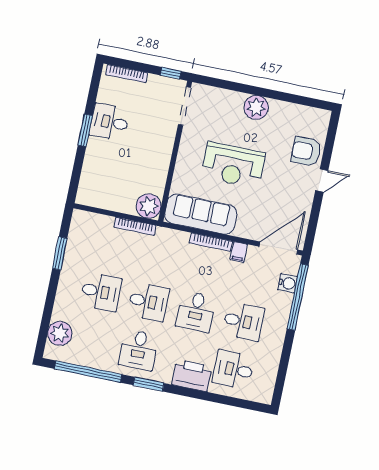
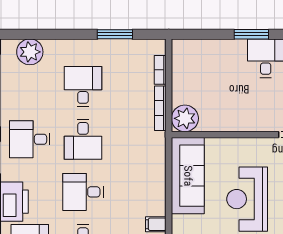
bookcase: (211, 242) -> (160, 70), moved, width x0.64
desk: (101, 292) -> (83, 87), turned 180

